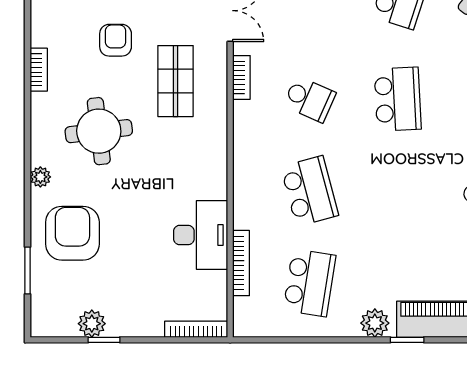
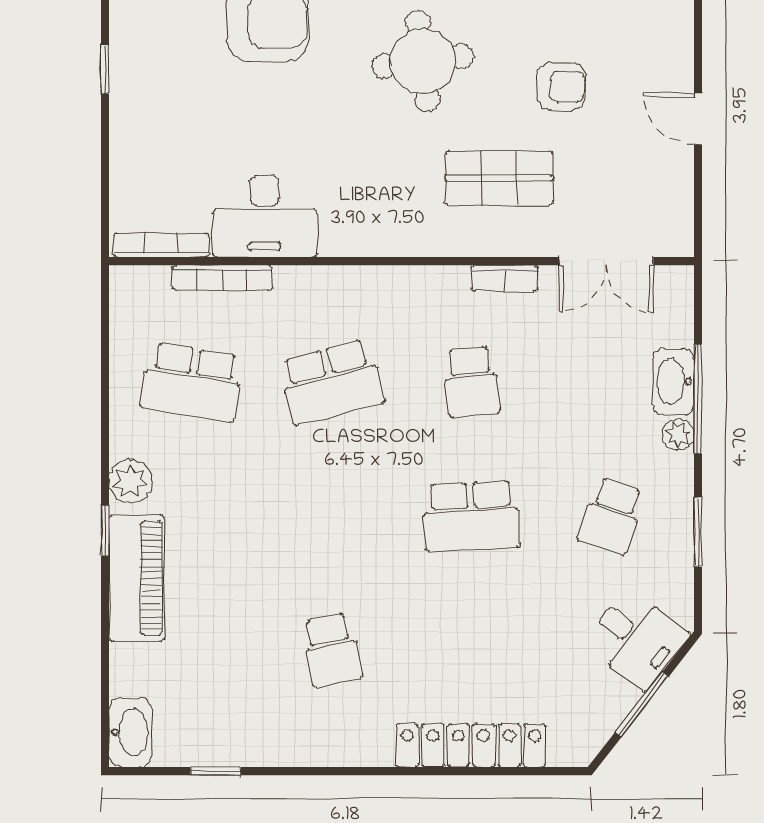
school desk: (310, 99) -> (471, 382), turned -30
plant: (92, 324) -> (130, 50), removed
bookcase: (196, 329) -> (161, 245), moved, turned -90

